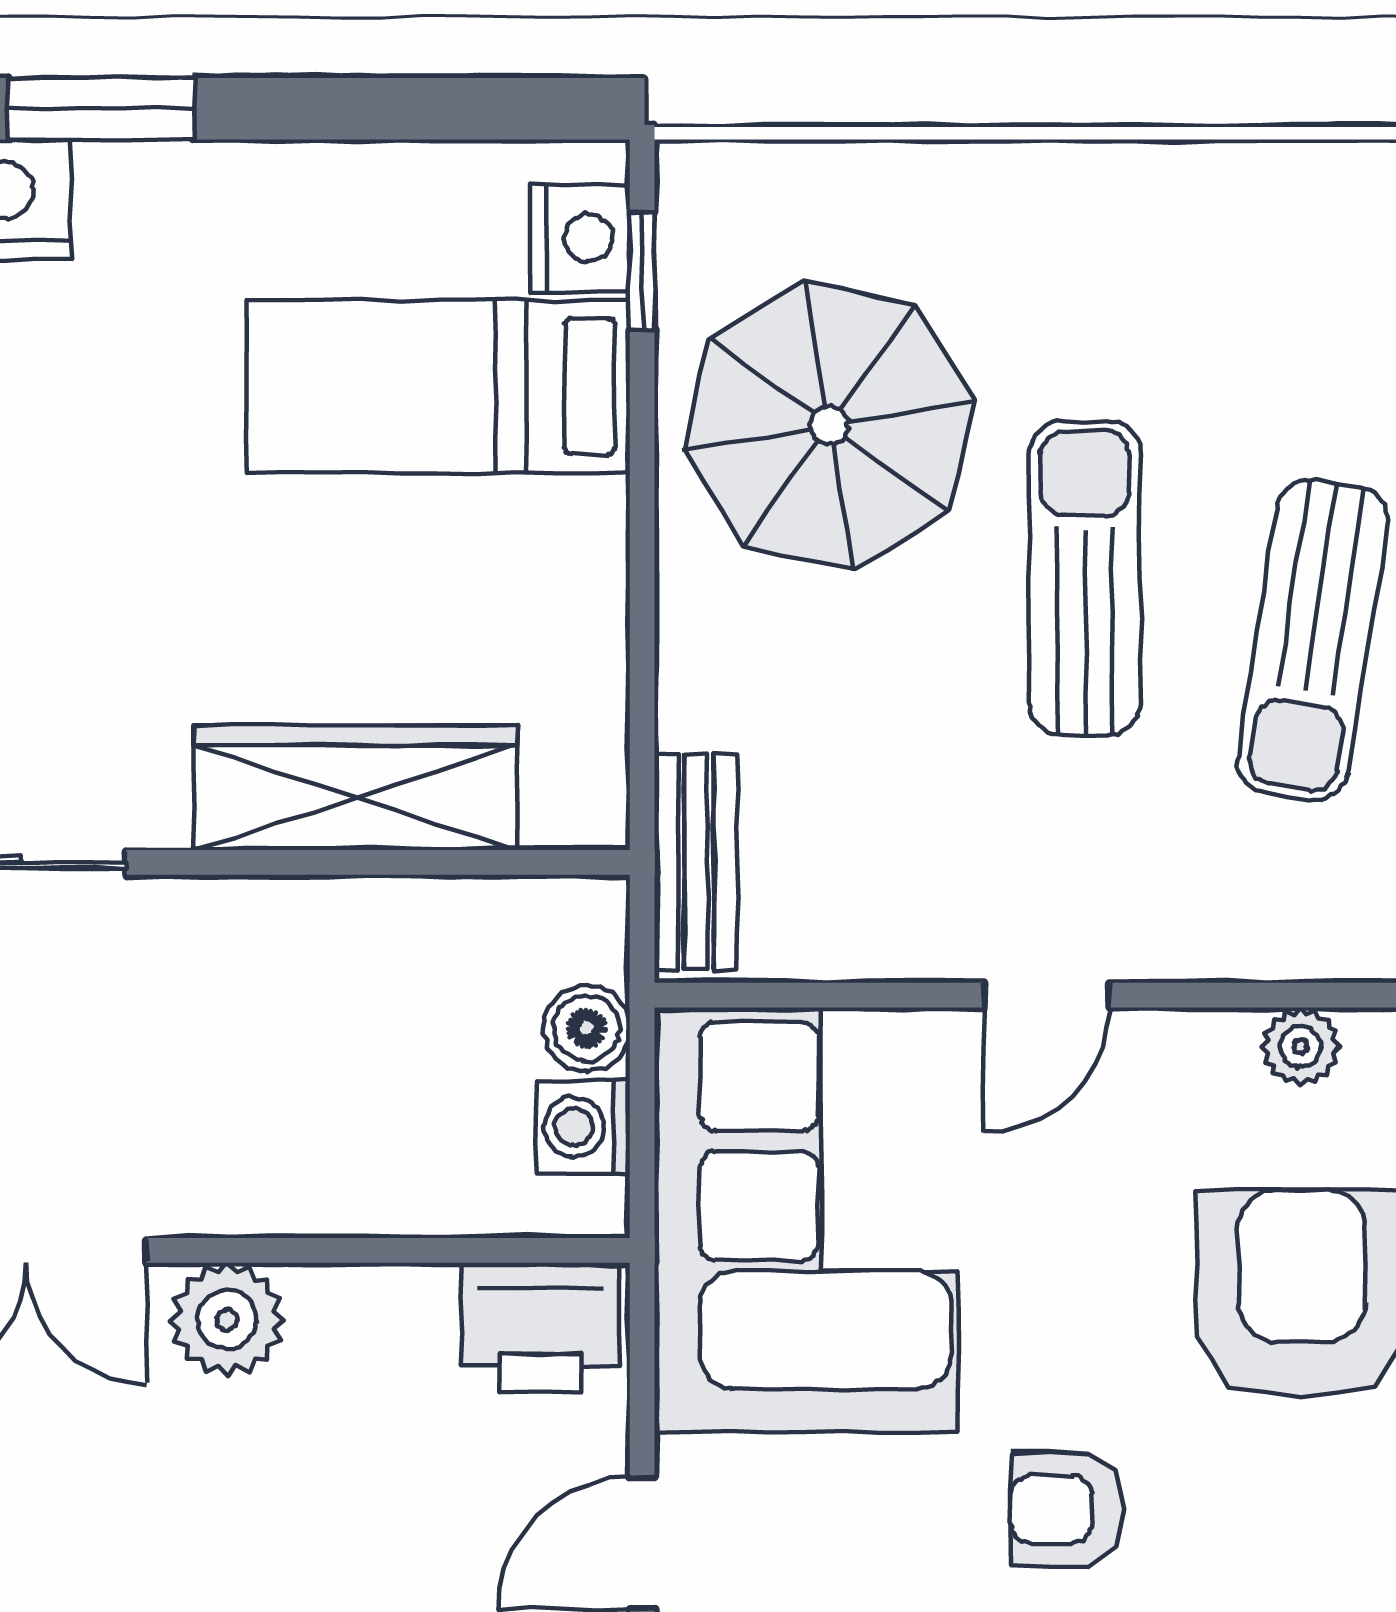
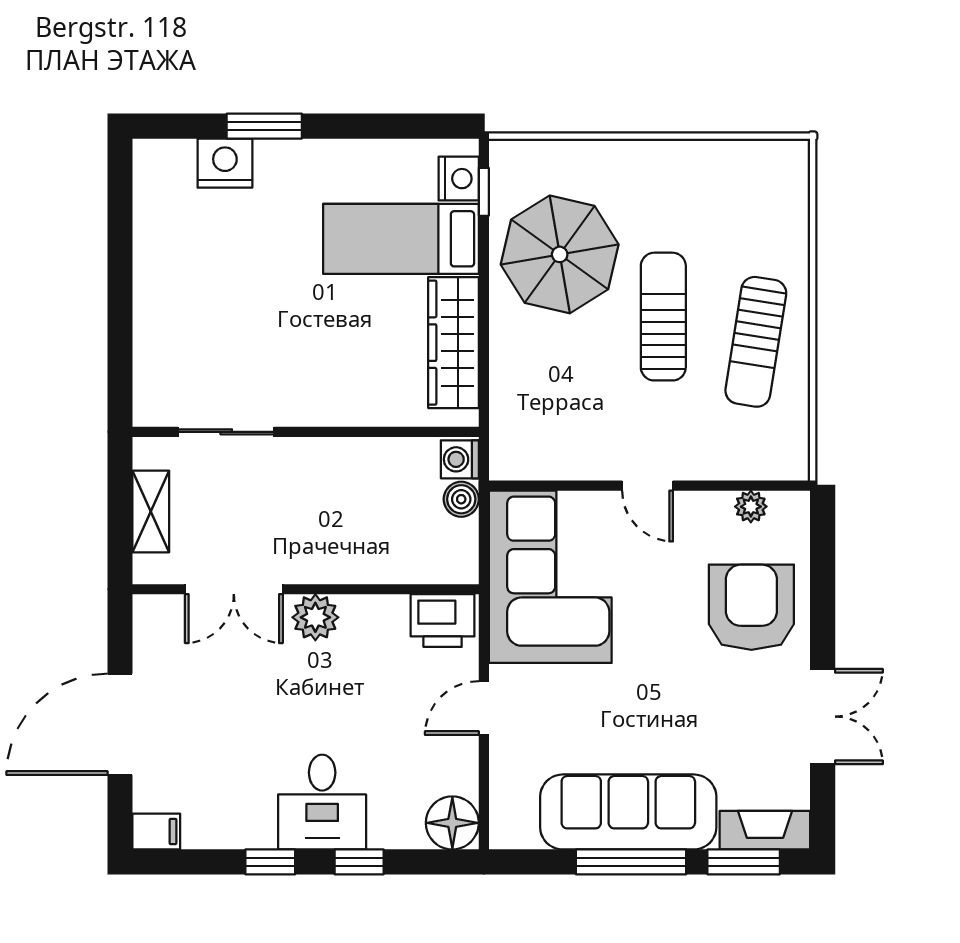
wardrobe: (356, 788) -> (453, 343), moved, turned -90
bench: (696, 862) -> (505, 432), removed
door: (1046, 995) -> (648, 486), hinge flipped
washing machine: (583, 1127) -> (460, 459), moved
armchair: (1067, 1510) -> (656, 694), removed

